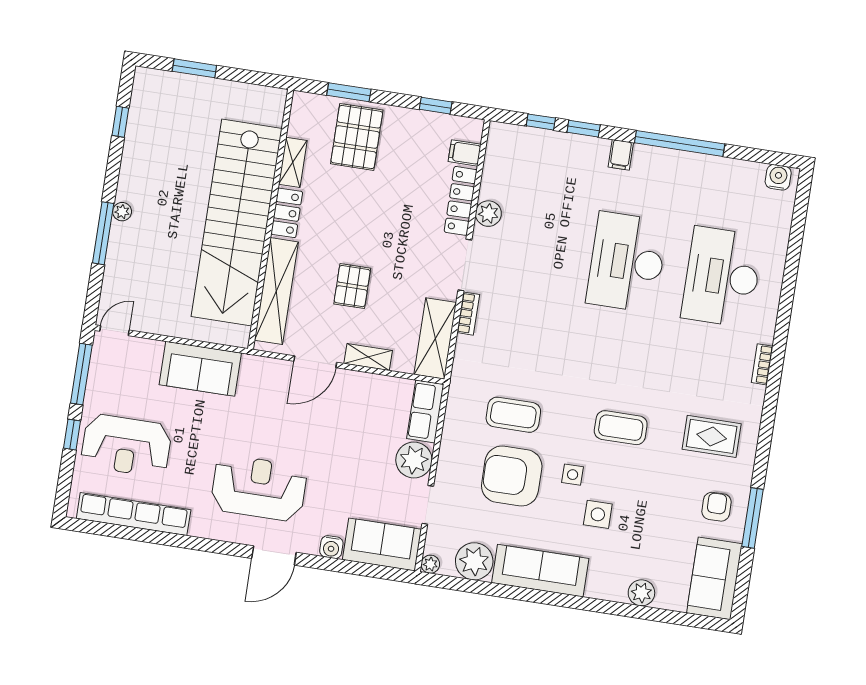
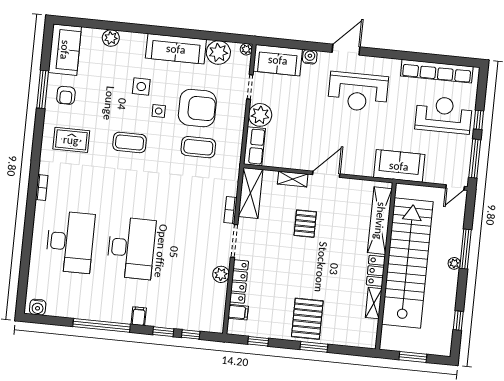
shelving: (293, 162) -> (374, 303), moved
locker: (287, 213) -> (376, 271), moved
wall: (271, 219) -> (386, 266), moved
stairs: (237, 222) -> (407, 263), moved
shelving: (276, 291) -> (380, 221), moved

